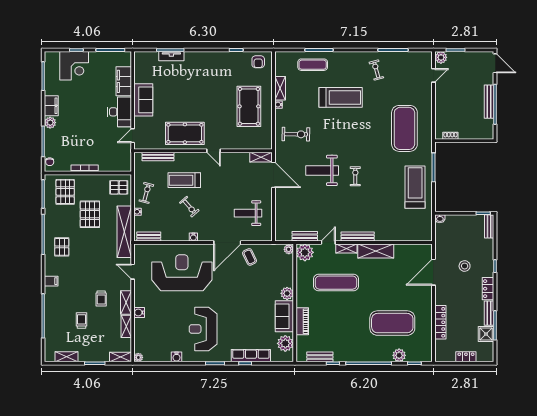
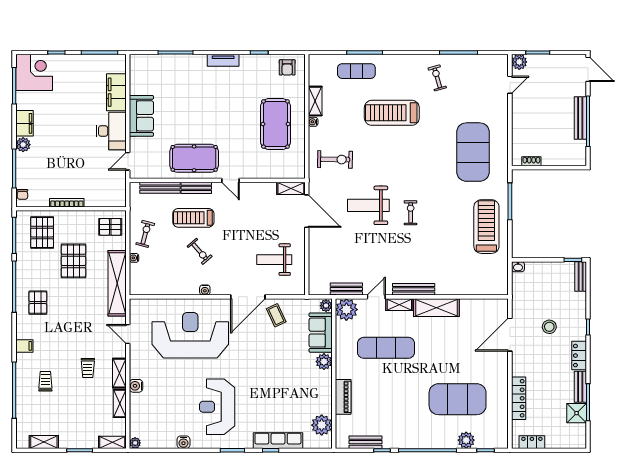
tv unit: (171, 56) -> (223, 60), moved
corner desk: (74, 66) -> (34, 72), moved, turned -90
treadmill: (341, 97) -> (392, 113), turned 180
bench: (149, 237) -> (196, 188), moved
sofa: (284, 316) -> (321, 333), moved
trolley: (81, 320) -> (45, 381), moved
locker: (466, 357) -> (532, 442), moved

